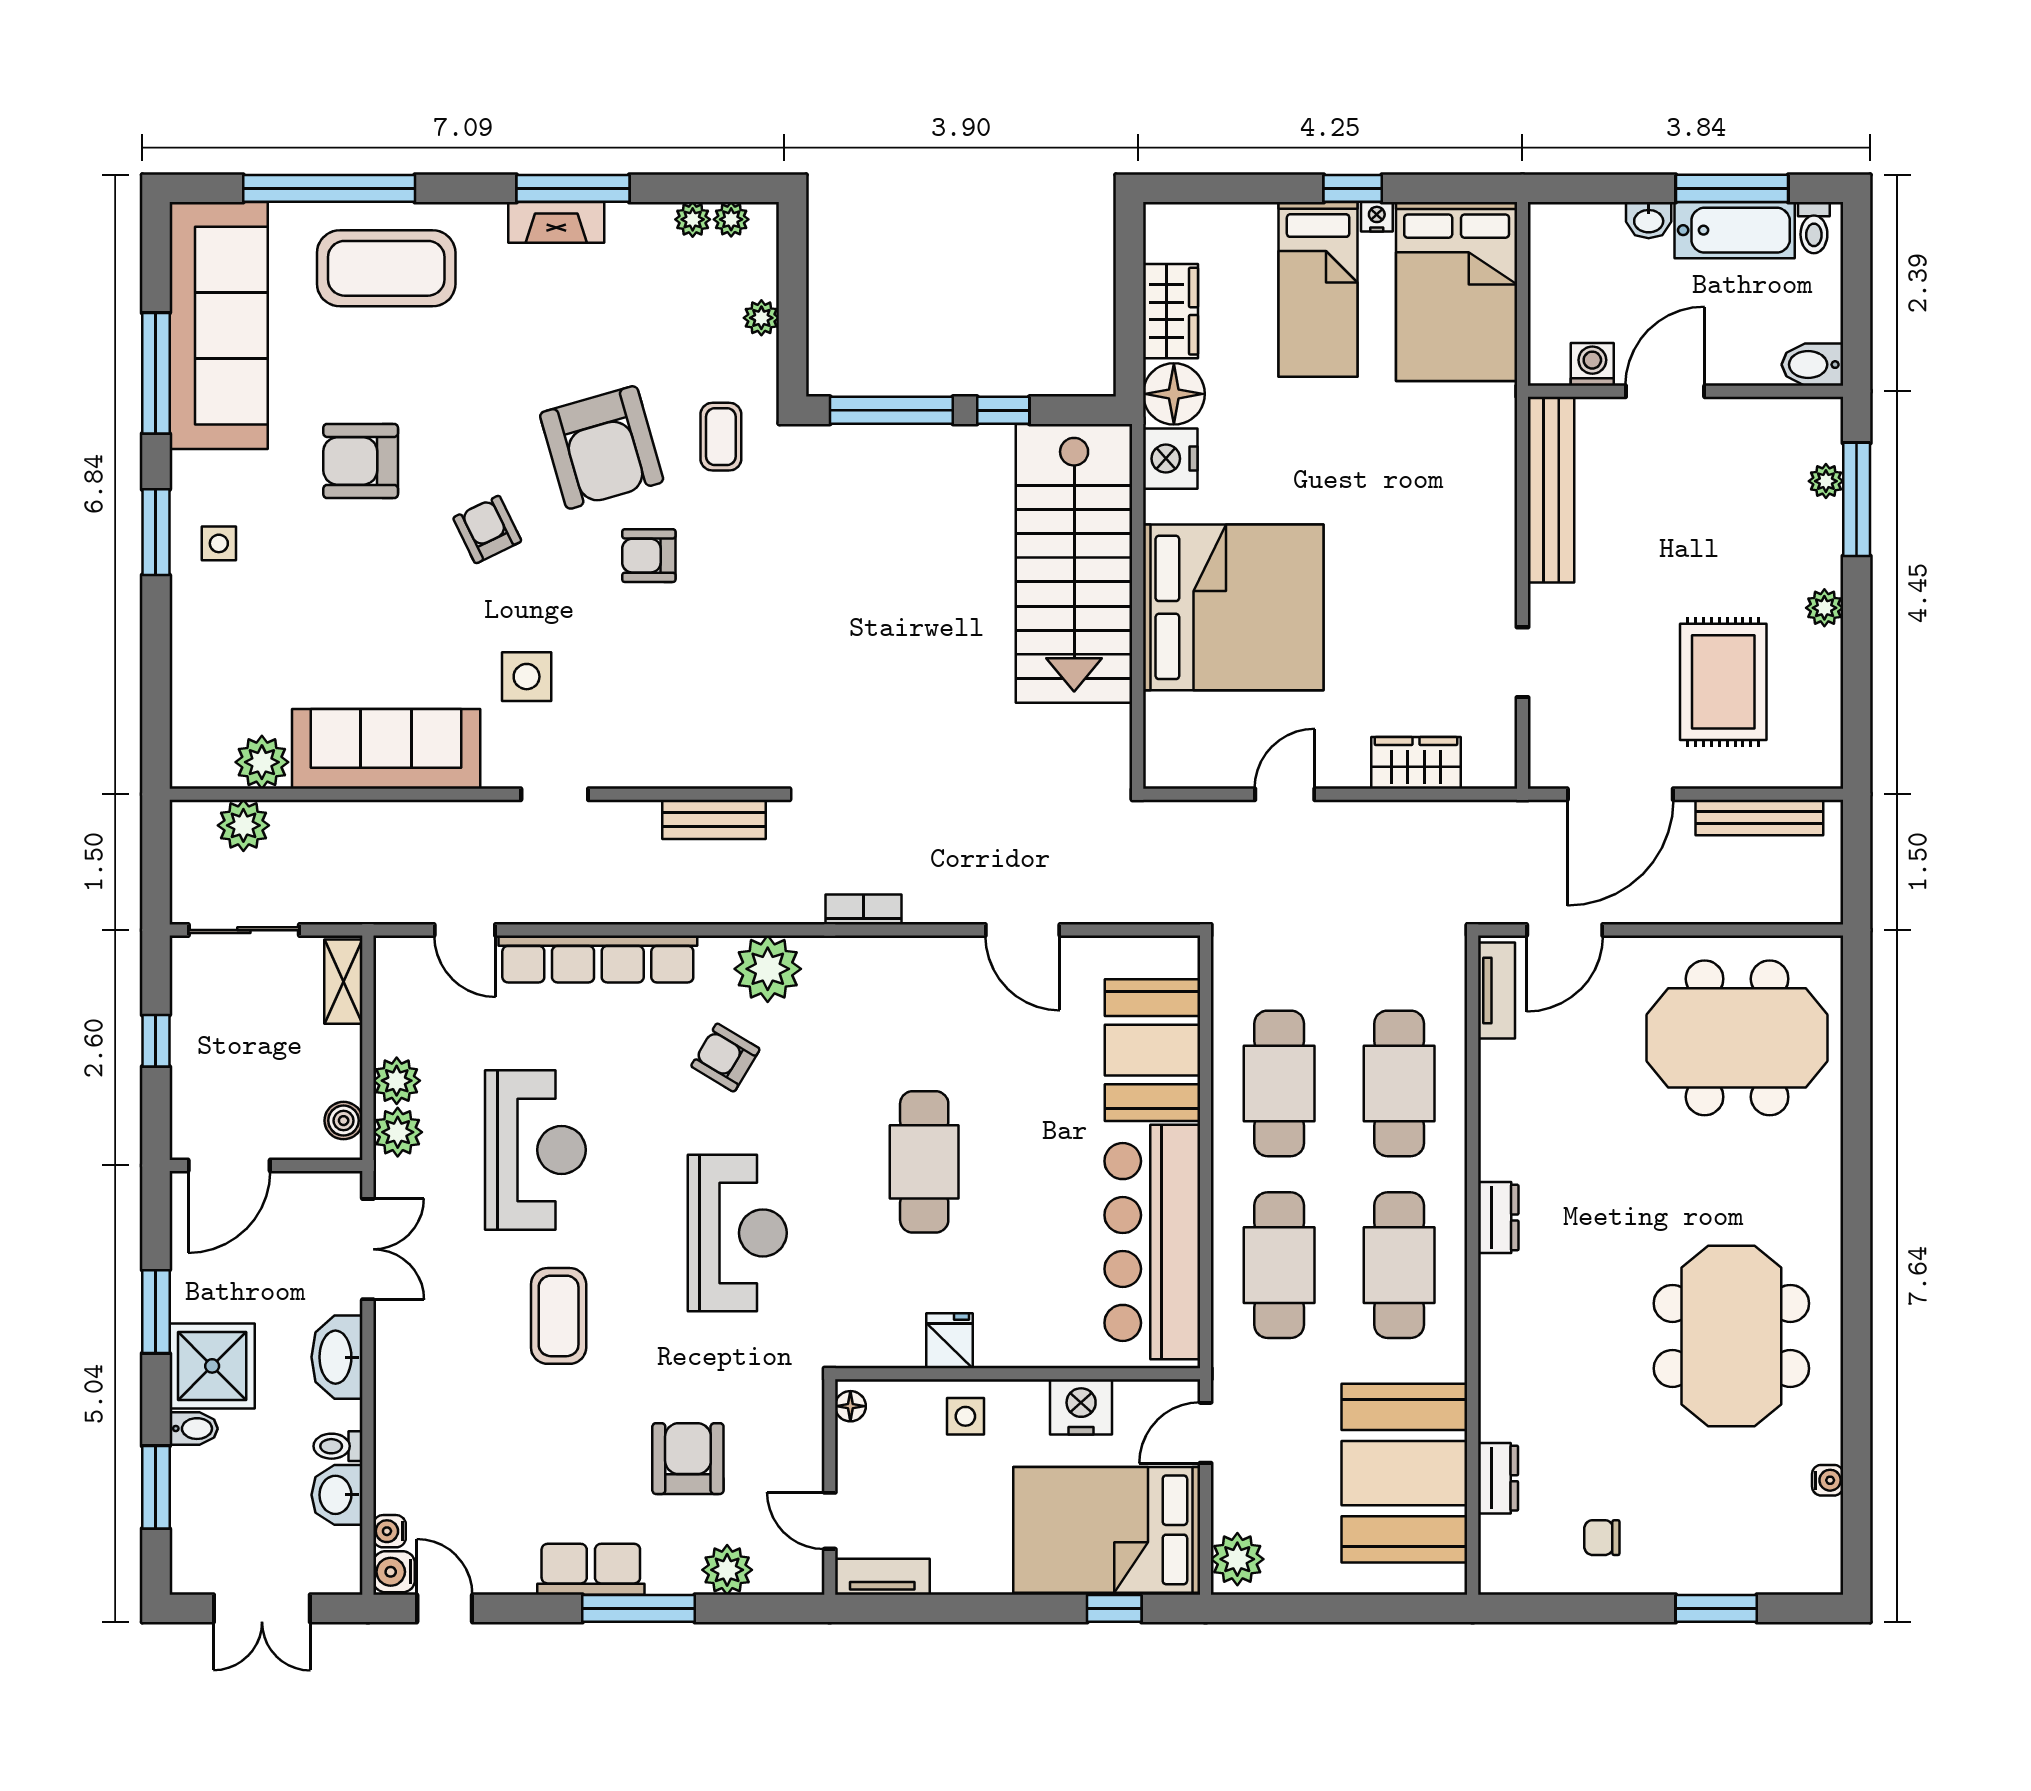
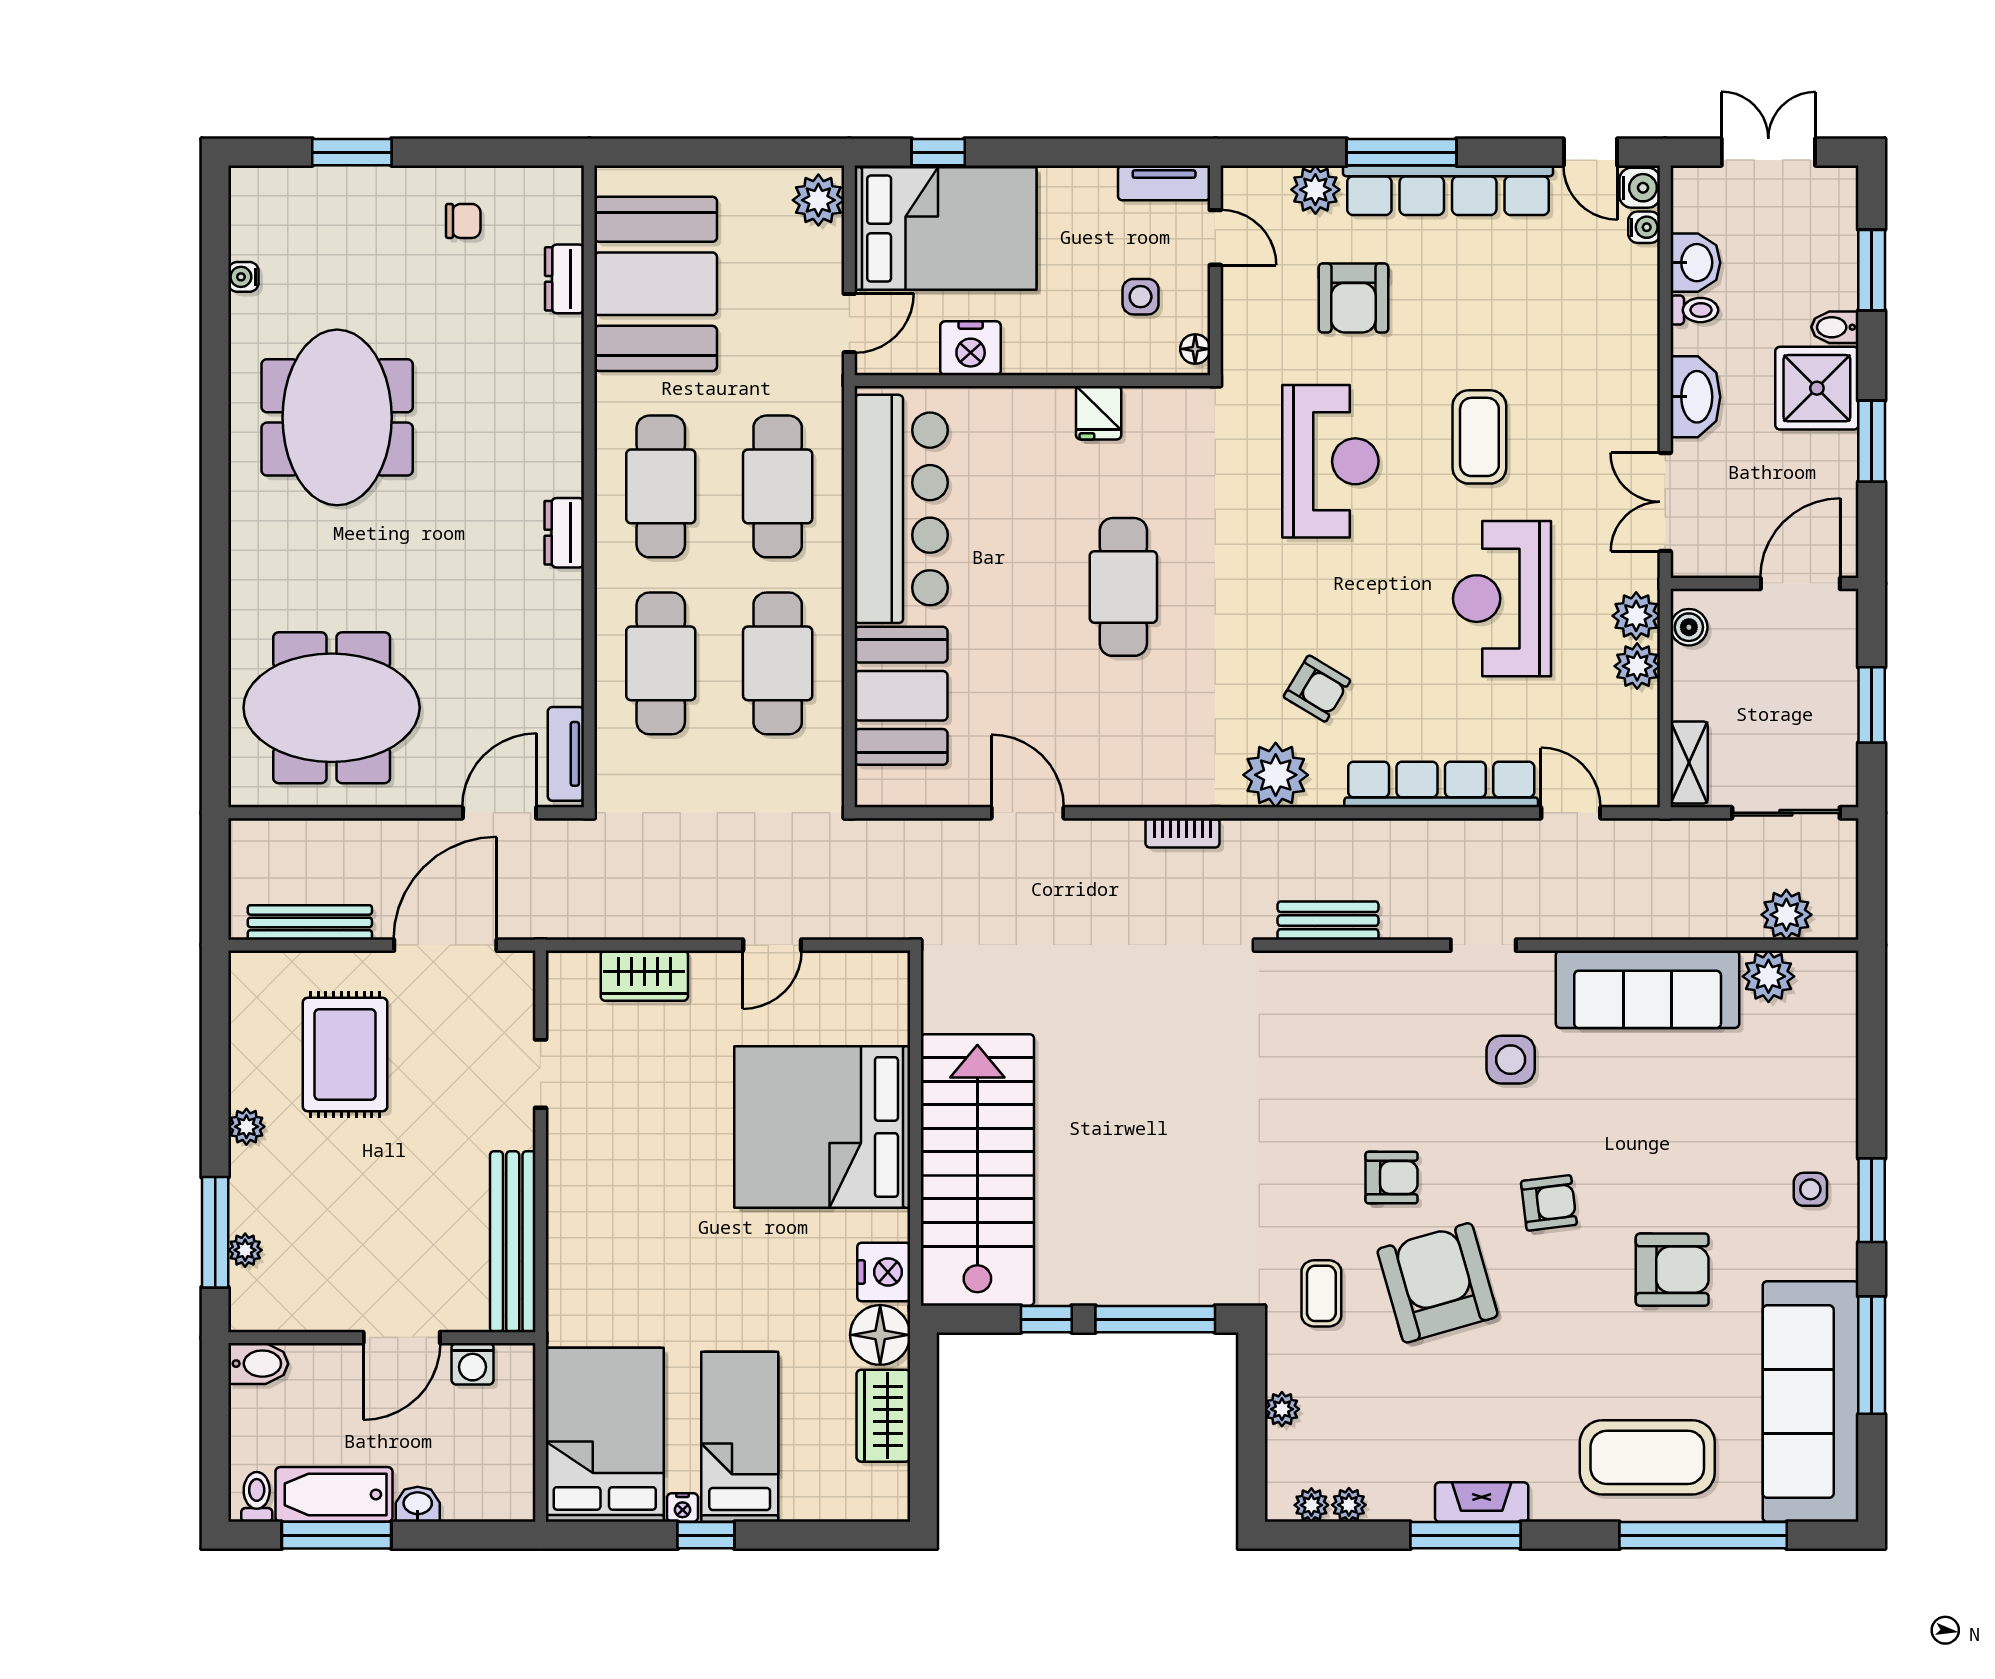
armchair: (487, 529) -> (1549, 1203), turned -71
window: (156, 1041) -> (1872, 705), width x1.50
reception desk: (737, 1233) -> (1330, 461), moved, turned 180
side table: (965, 1416) -> (1141, 297), moved
row of seats: (591, 1569) -> (1448, 190), width x2.02

